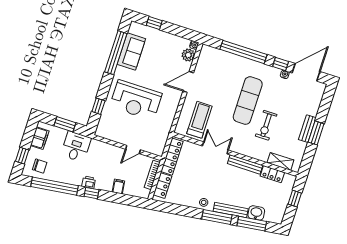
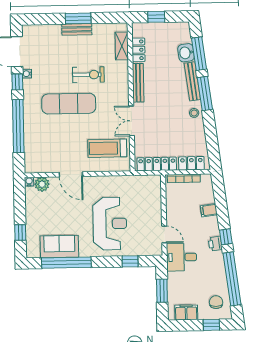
desk: (76, 147) -> (182, 257), moved
door: (133, 149) -> (164, 234), moved

